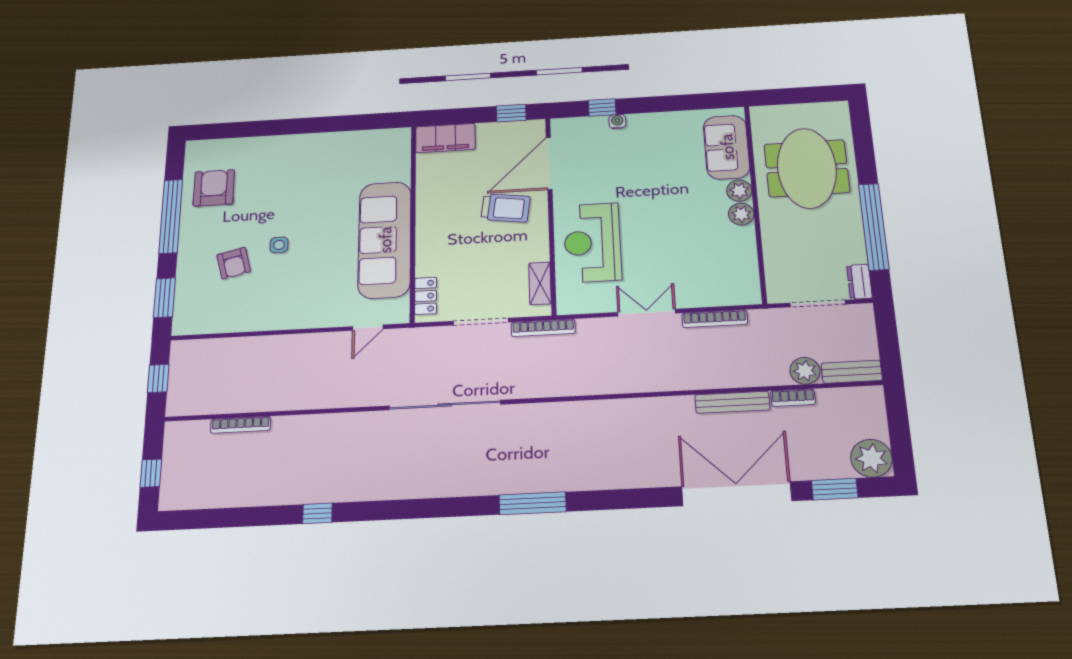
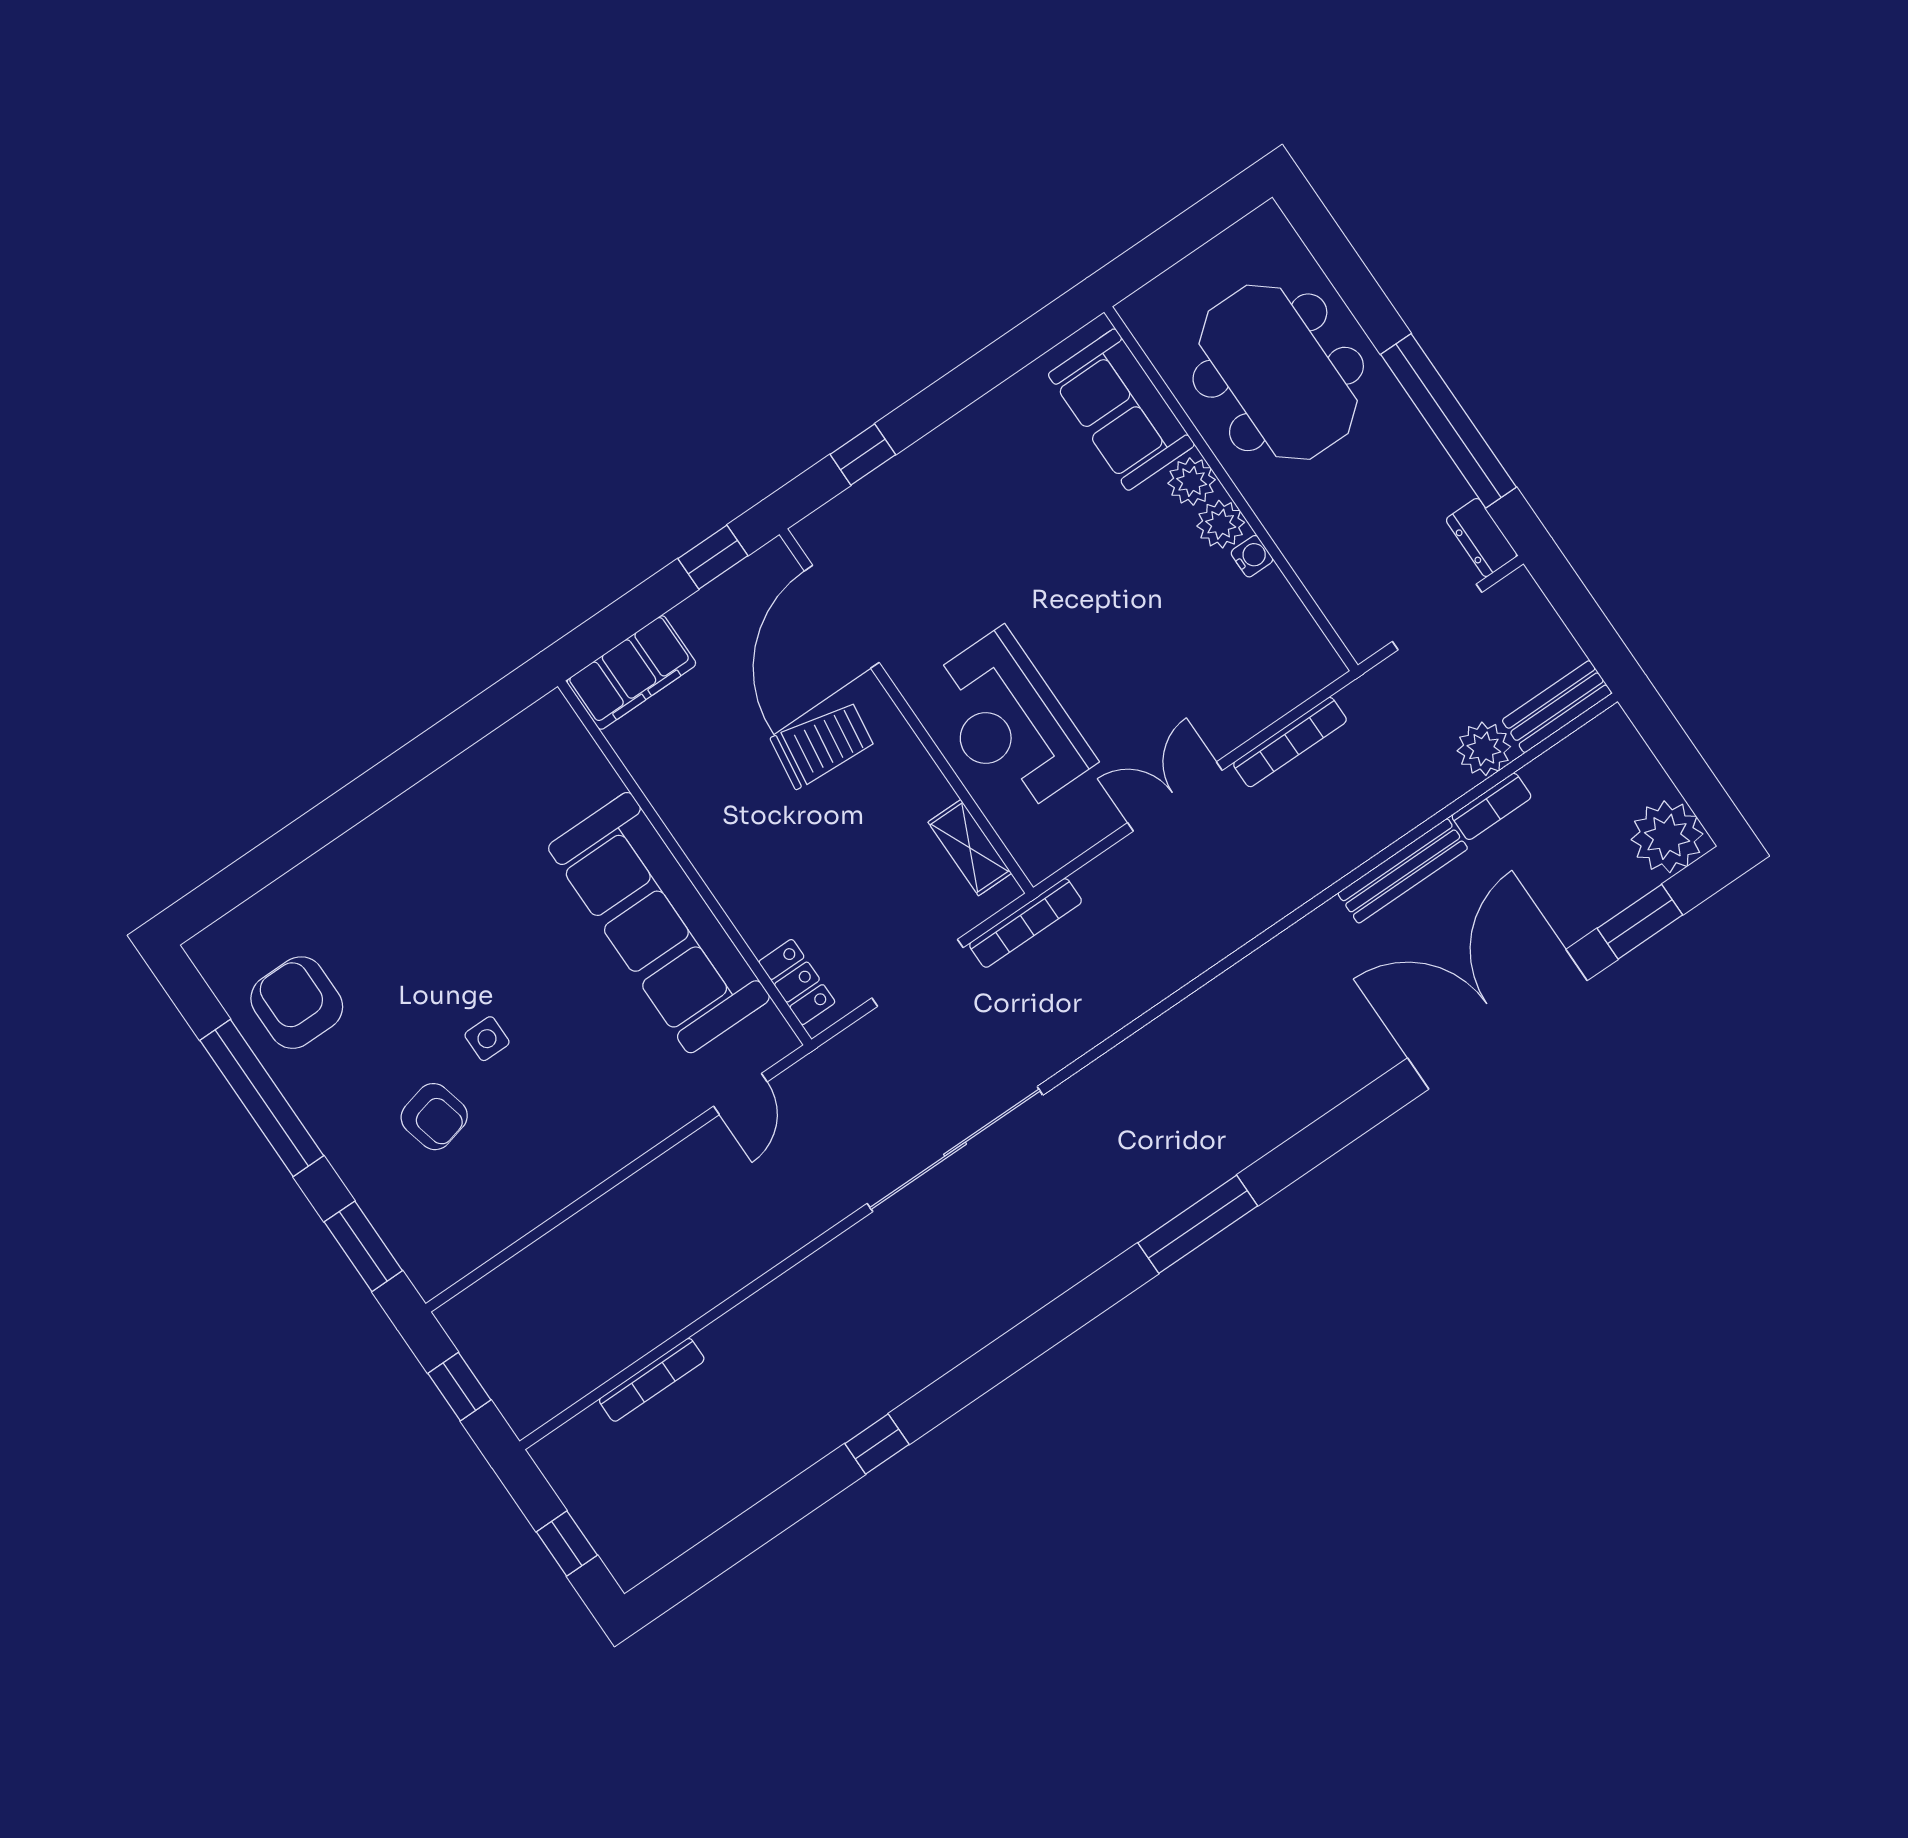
water cooler: (617, 121) -> (1252, 556), moved, turned 90

